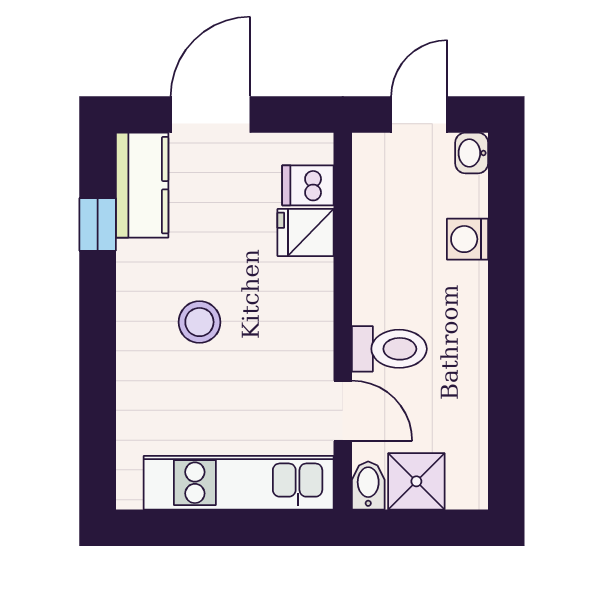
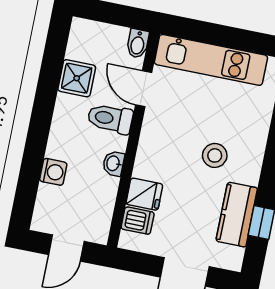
washbasin: (472, 153) -> (114, 163), moved, turned 180
kitchen counter: (142, 185) -> (237, 215), moved
shower: (416, 481) -> (77, 78), moved

